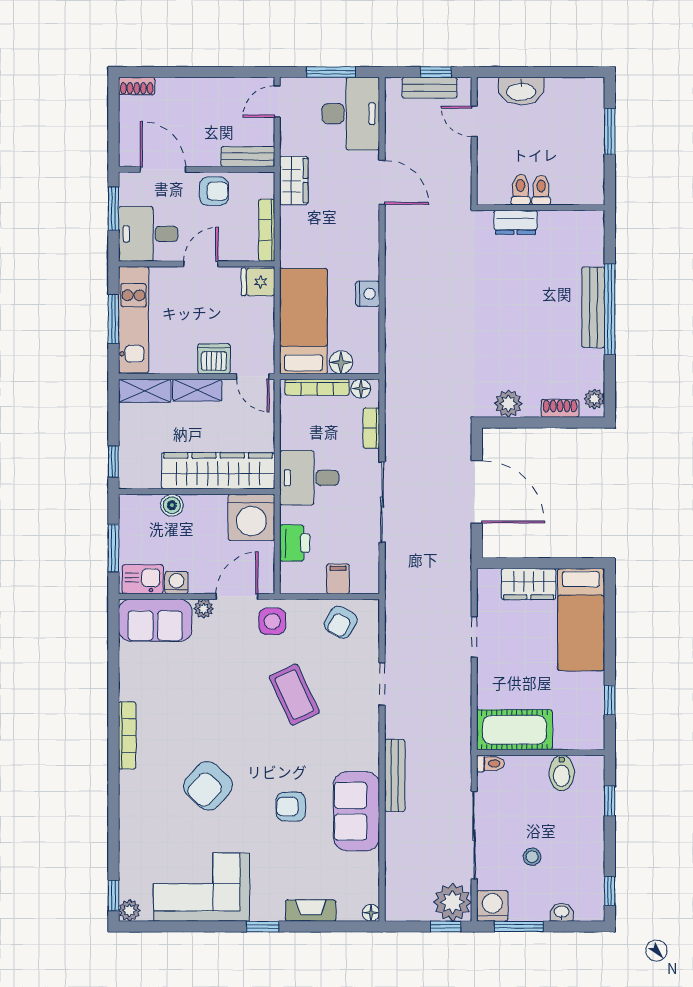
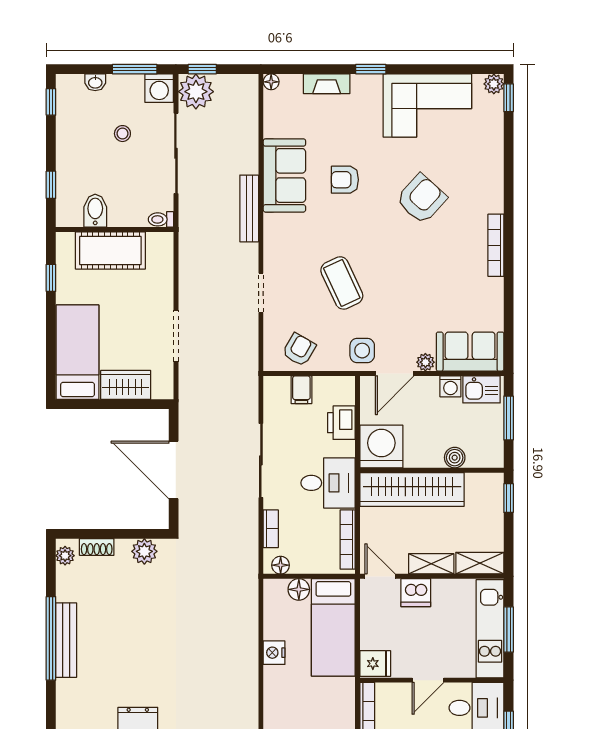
bookcase: (317, 387) -> (348, 540), moved, turned -90
doorway: (474, 637) -> (176, 336), width x1.38
cot: (515, 730) -> (110, 251), moved
armchair: (291, 807) -> (345, 180), turned 180

